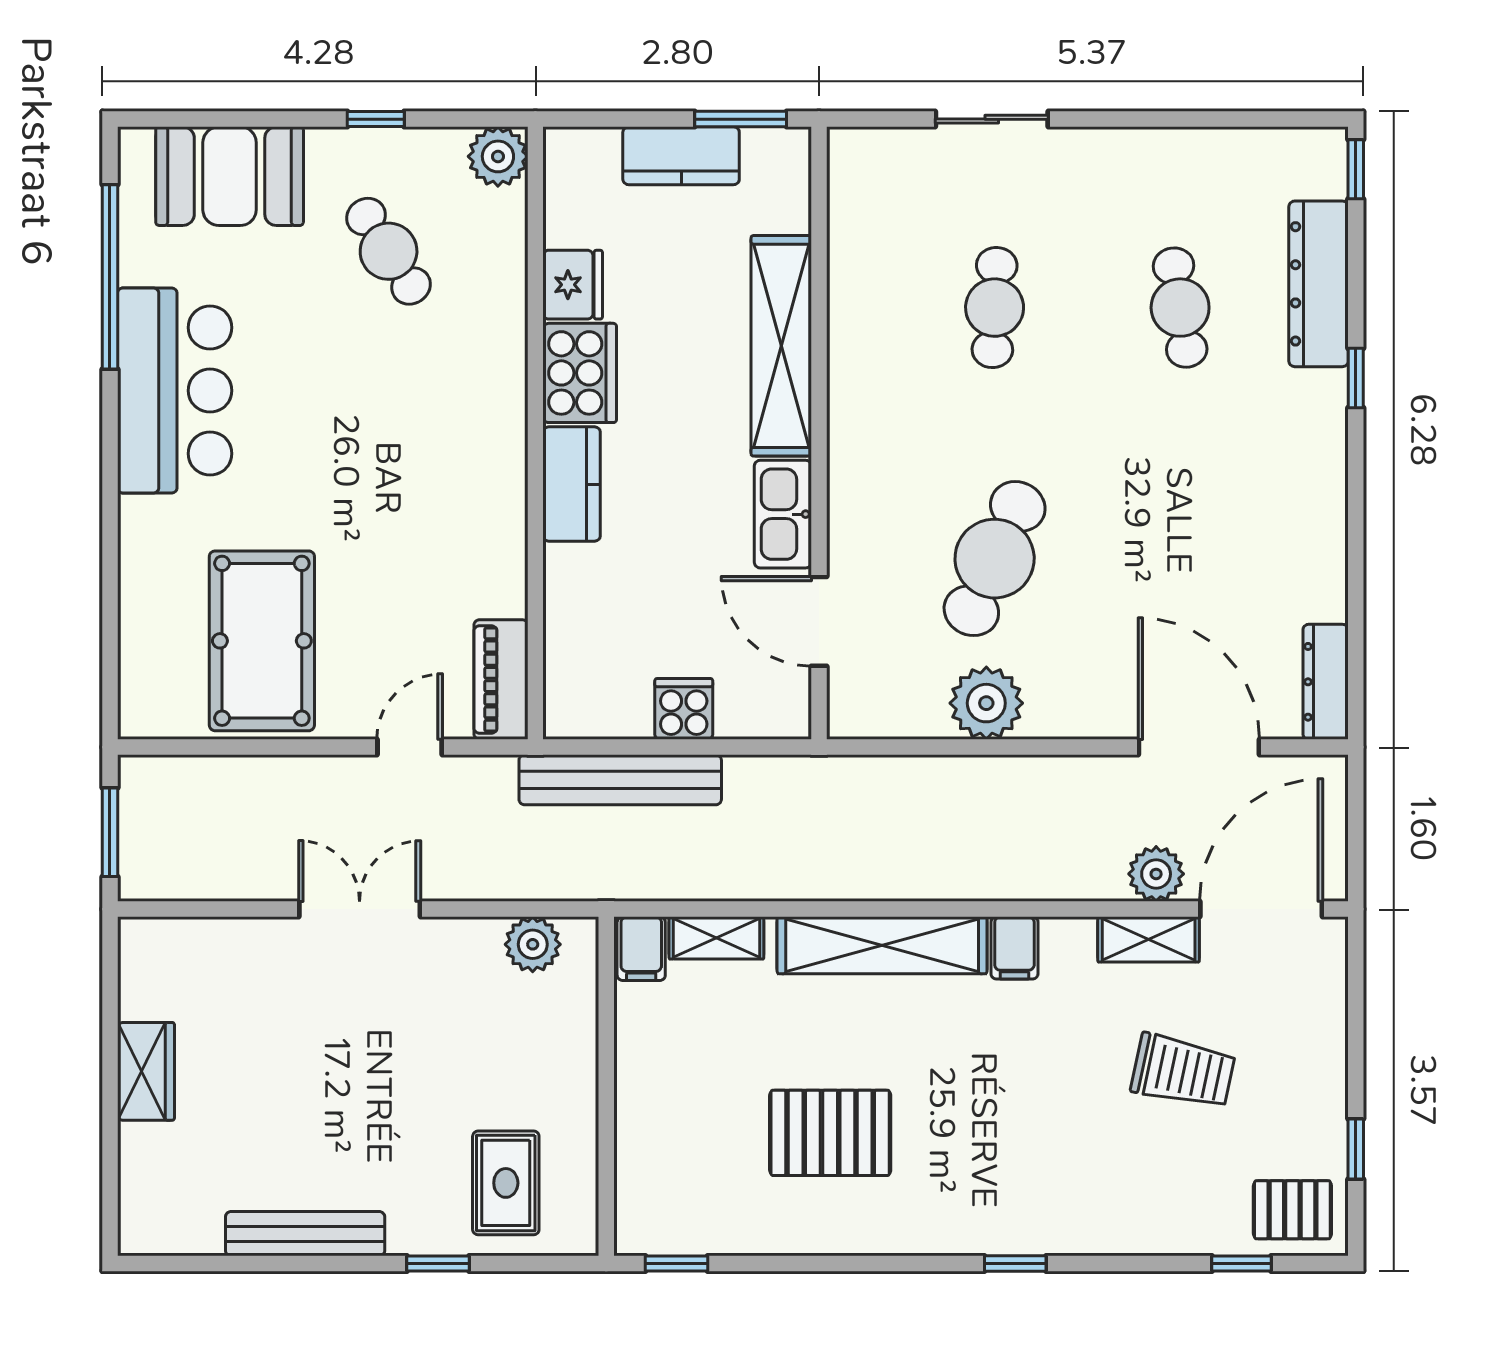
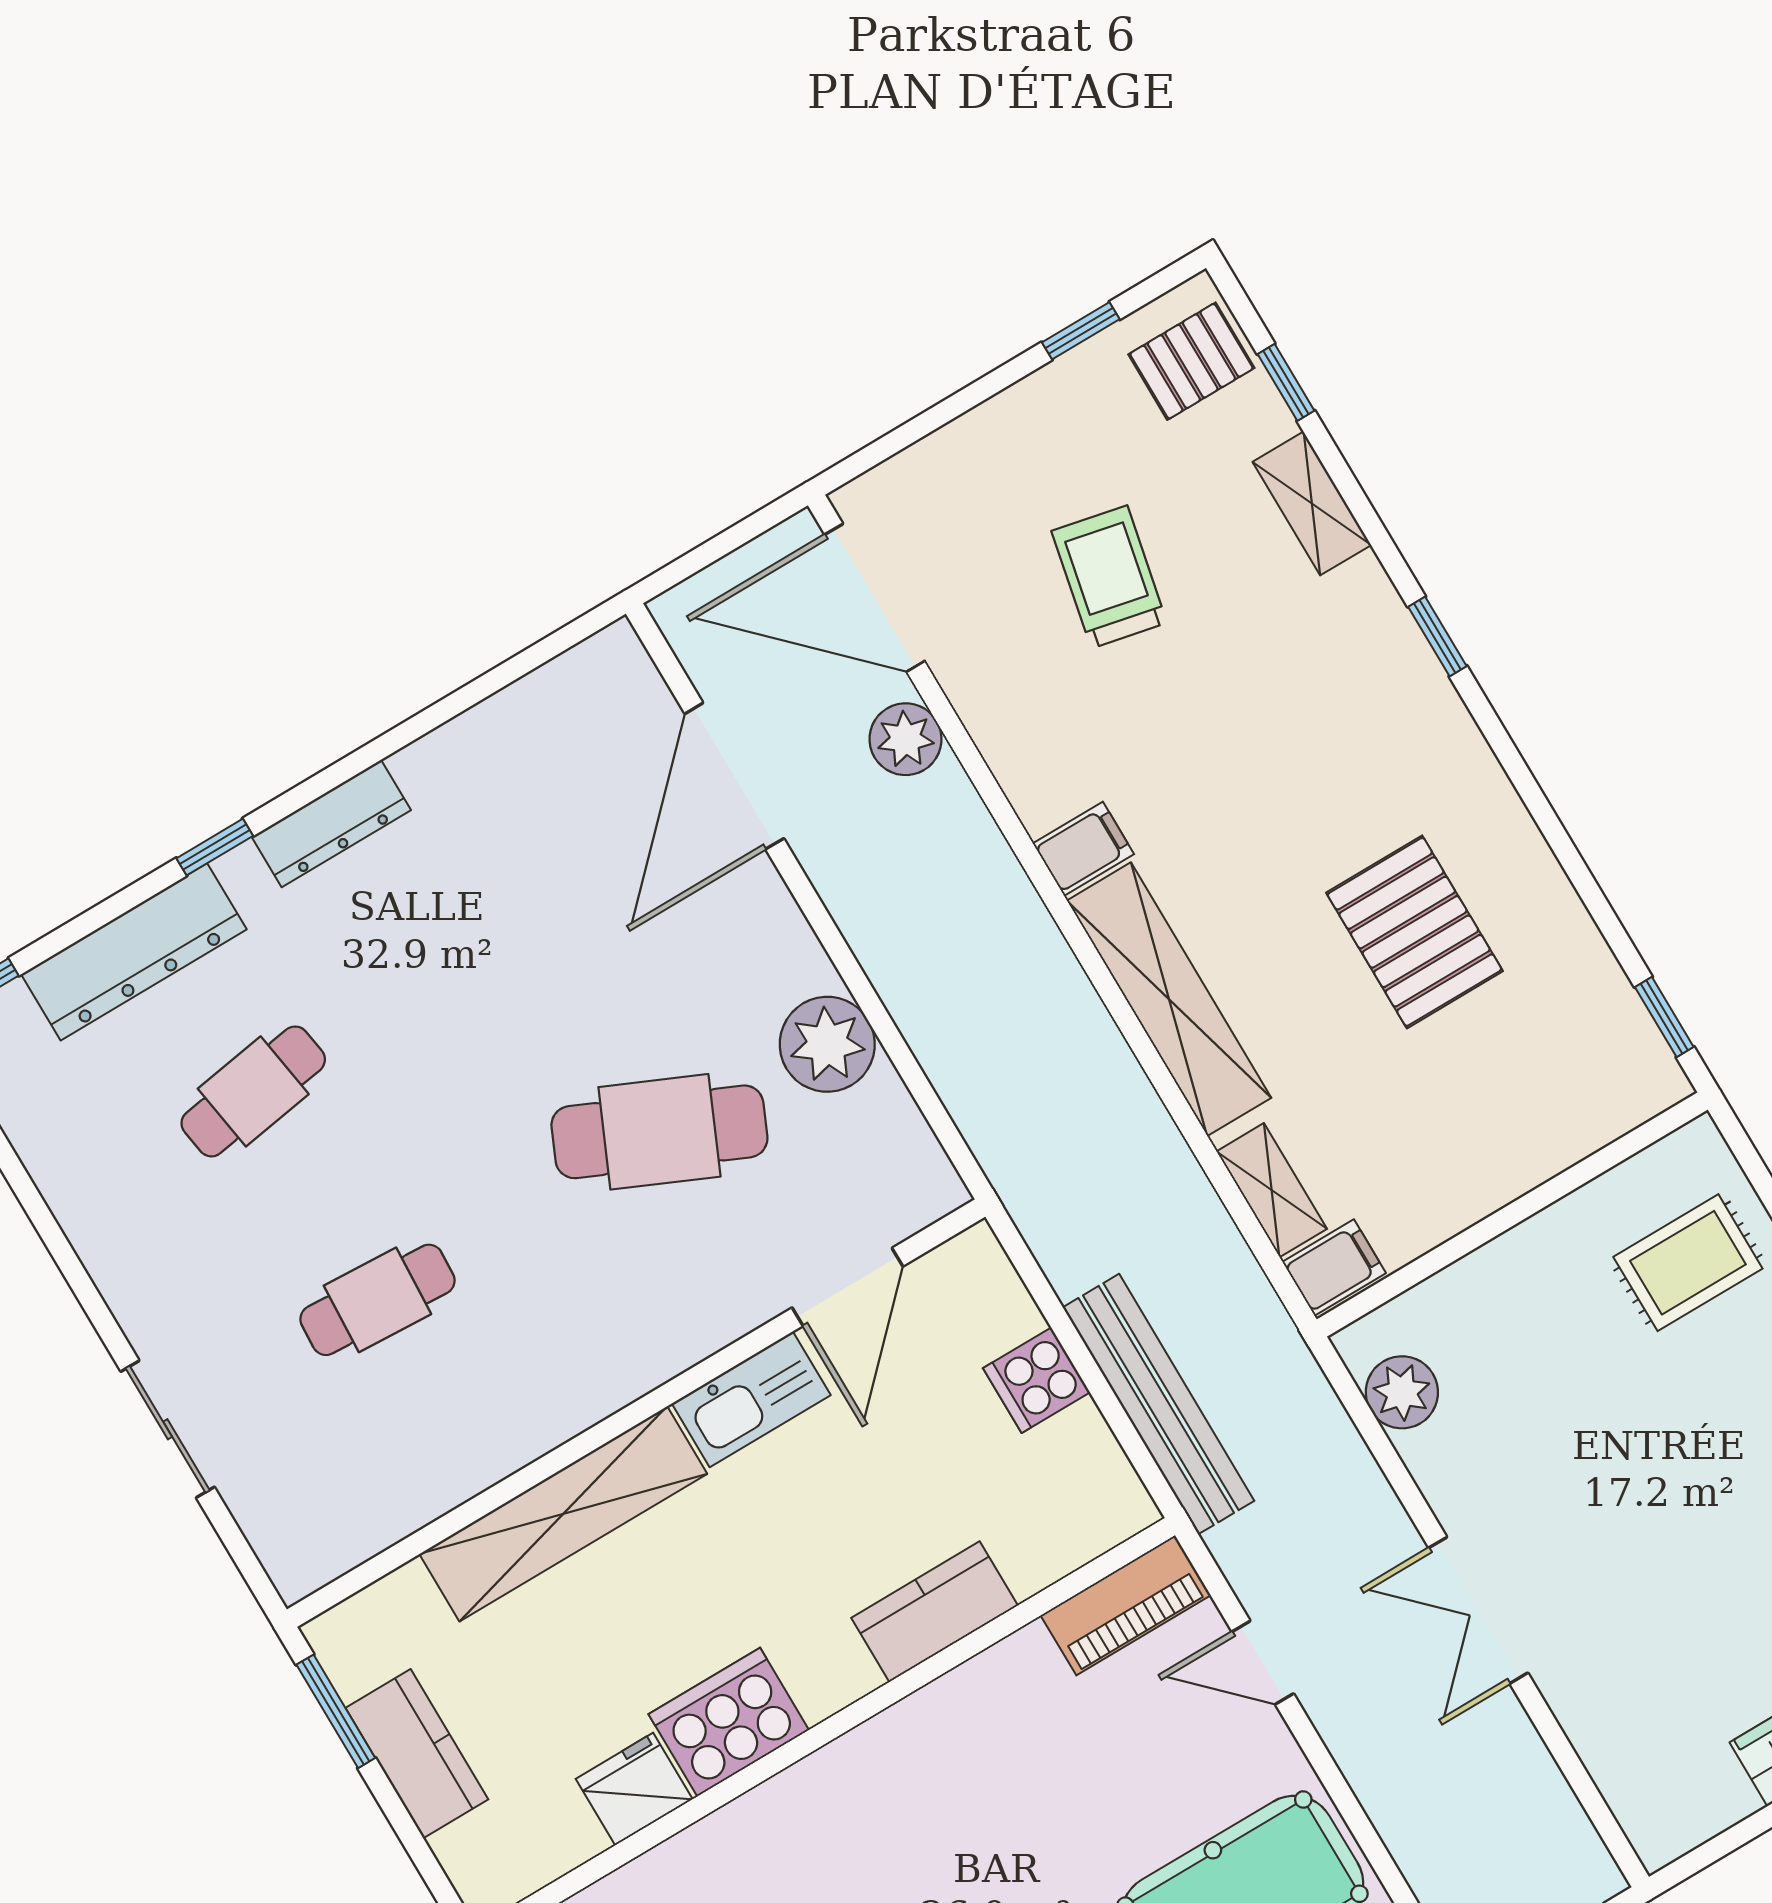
kitchen counter: (572, 484) -> (935, 1612), moved
dresser: (1326, 682) -> (331, 823), moved
shelving: (1149, 939) -> (1312, 503), moved
pallet: (1292, 1210) -> (1191, 361), turned 90

